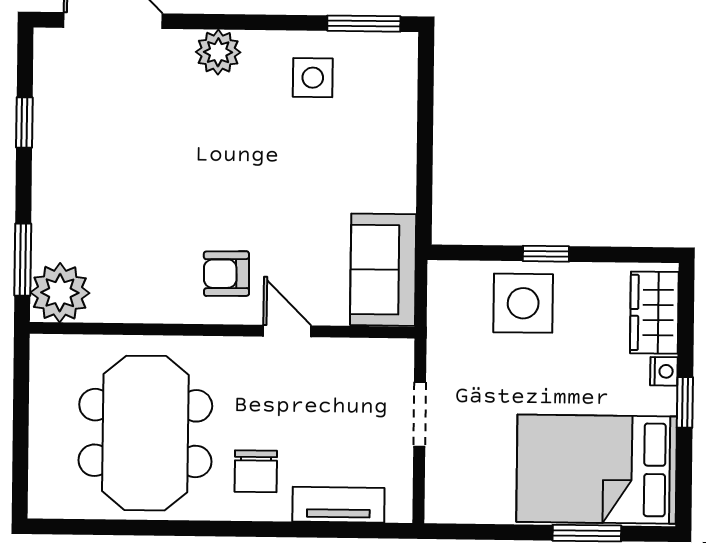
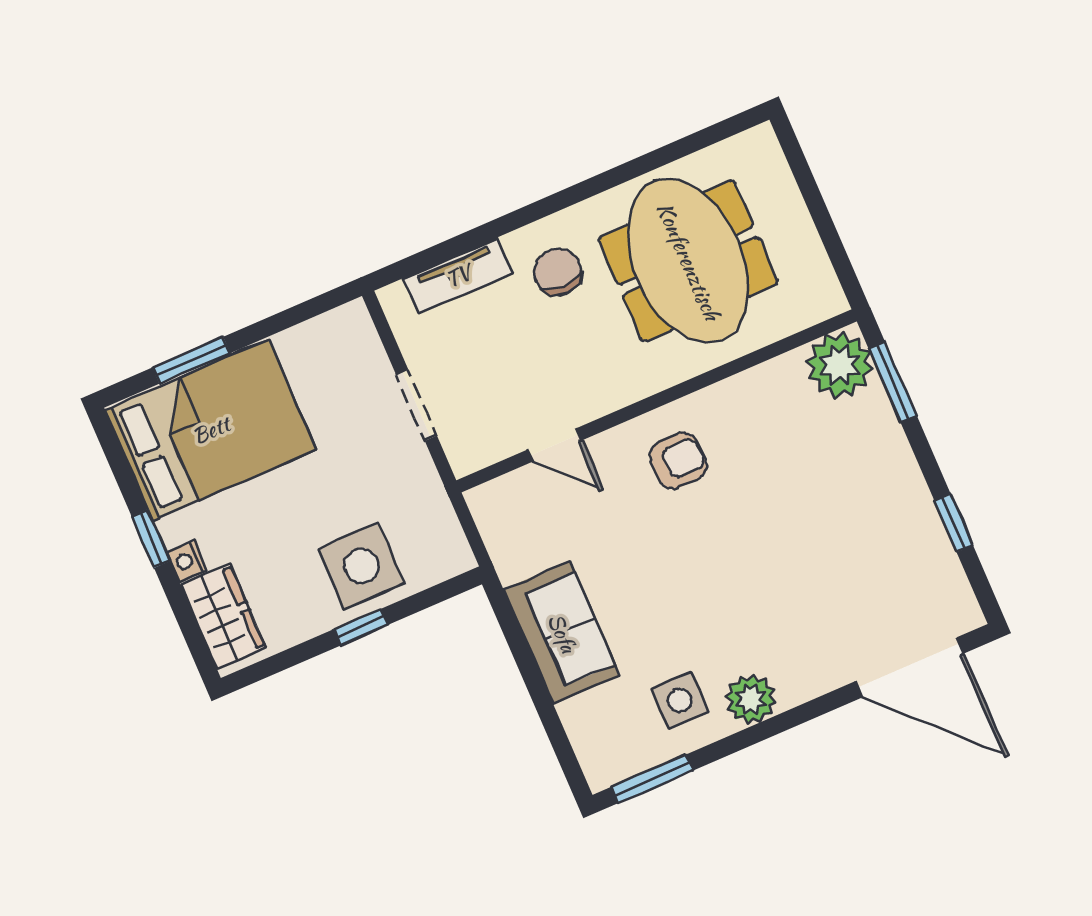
plant: (218, 52) -> (751, 699), moved
sofa: (383, 270) -> (562, 633), moved
door: (287, 331) -> (555, 445), moved

